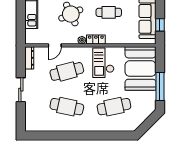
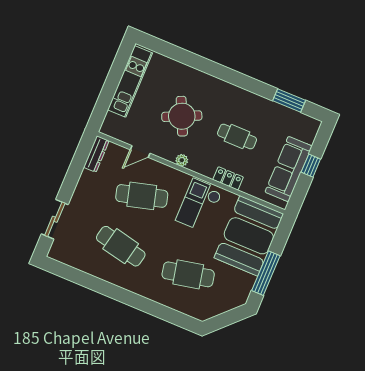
window: (160, 25) -> (311, 166), moved
locker: (96, 40) -> (228, 178), moved
sliding door: (21, 90) -> (55, 219), moved

